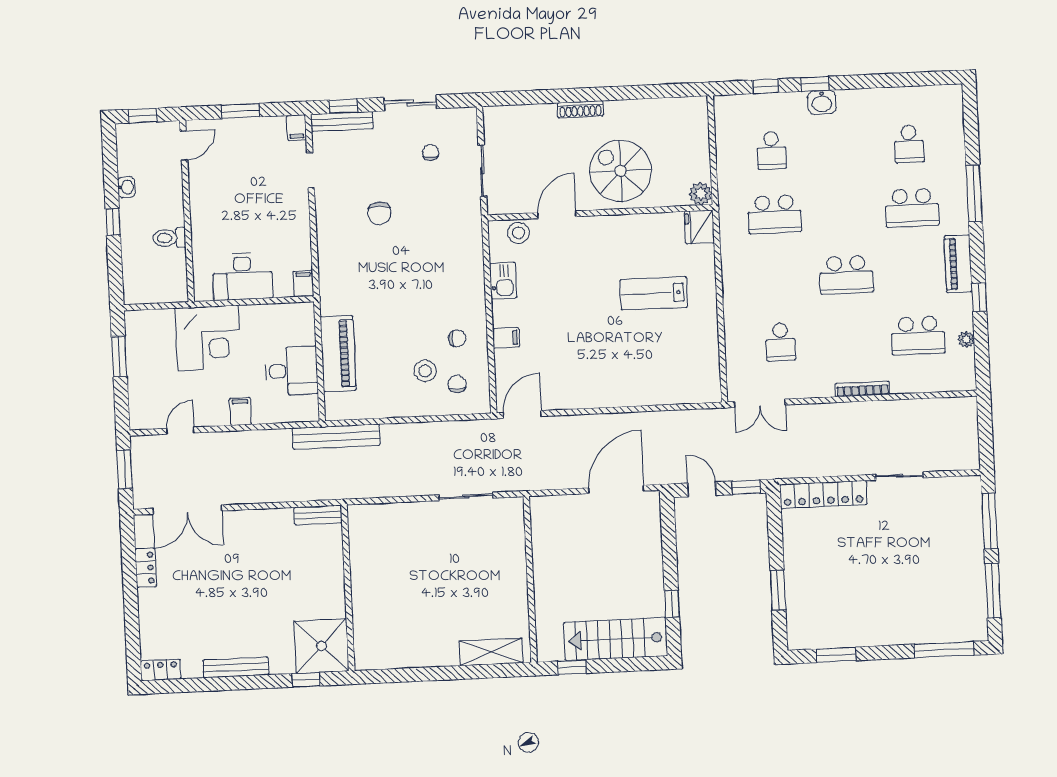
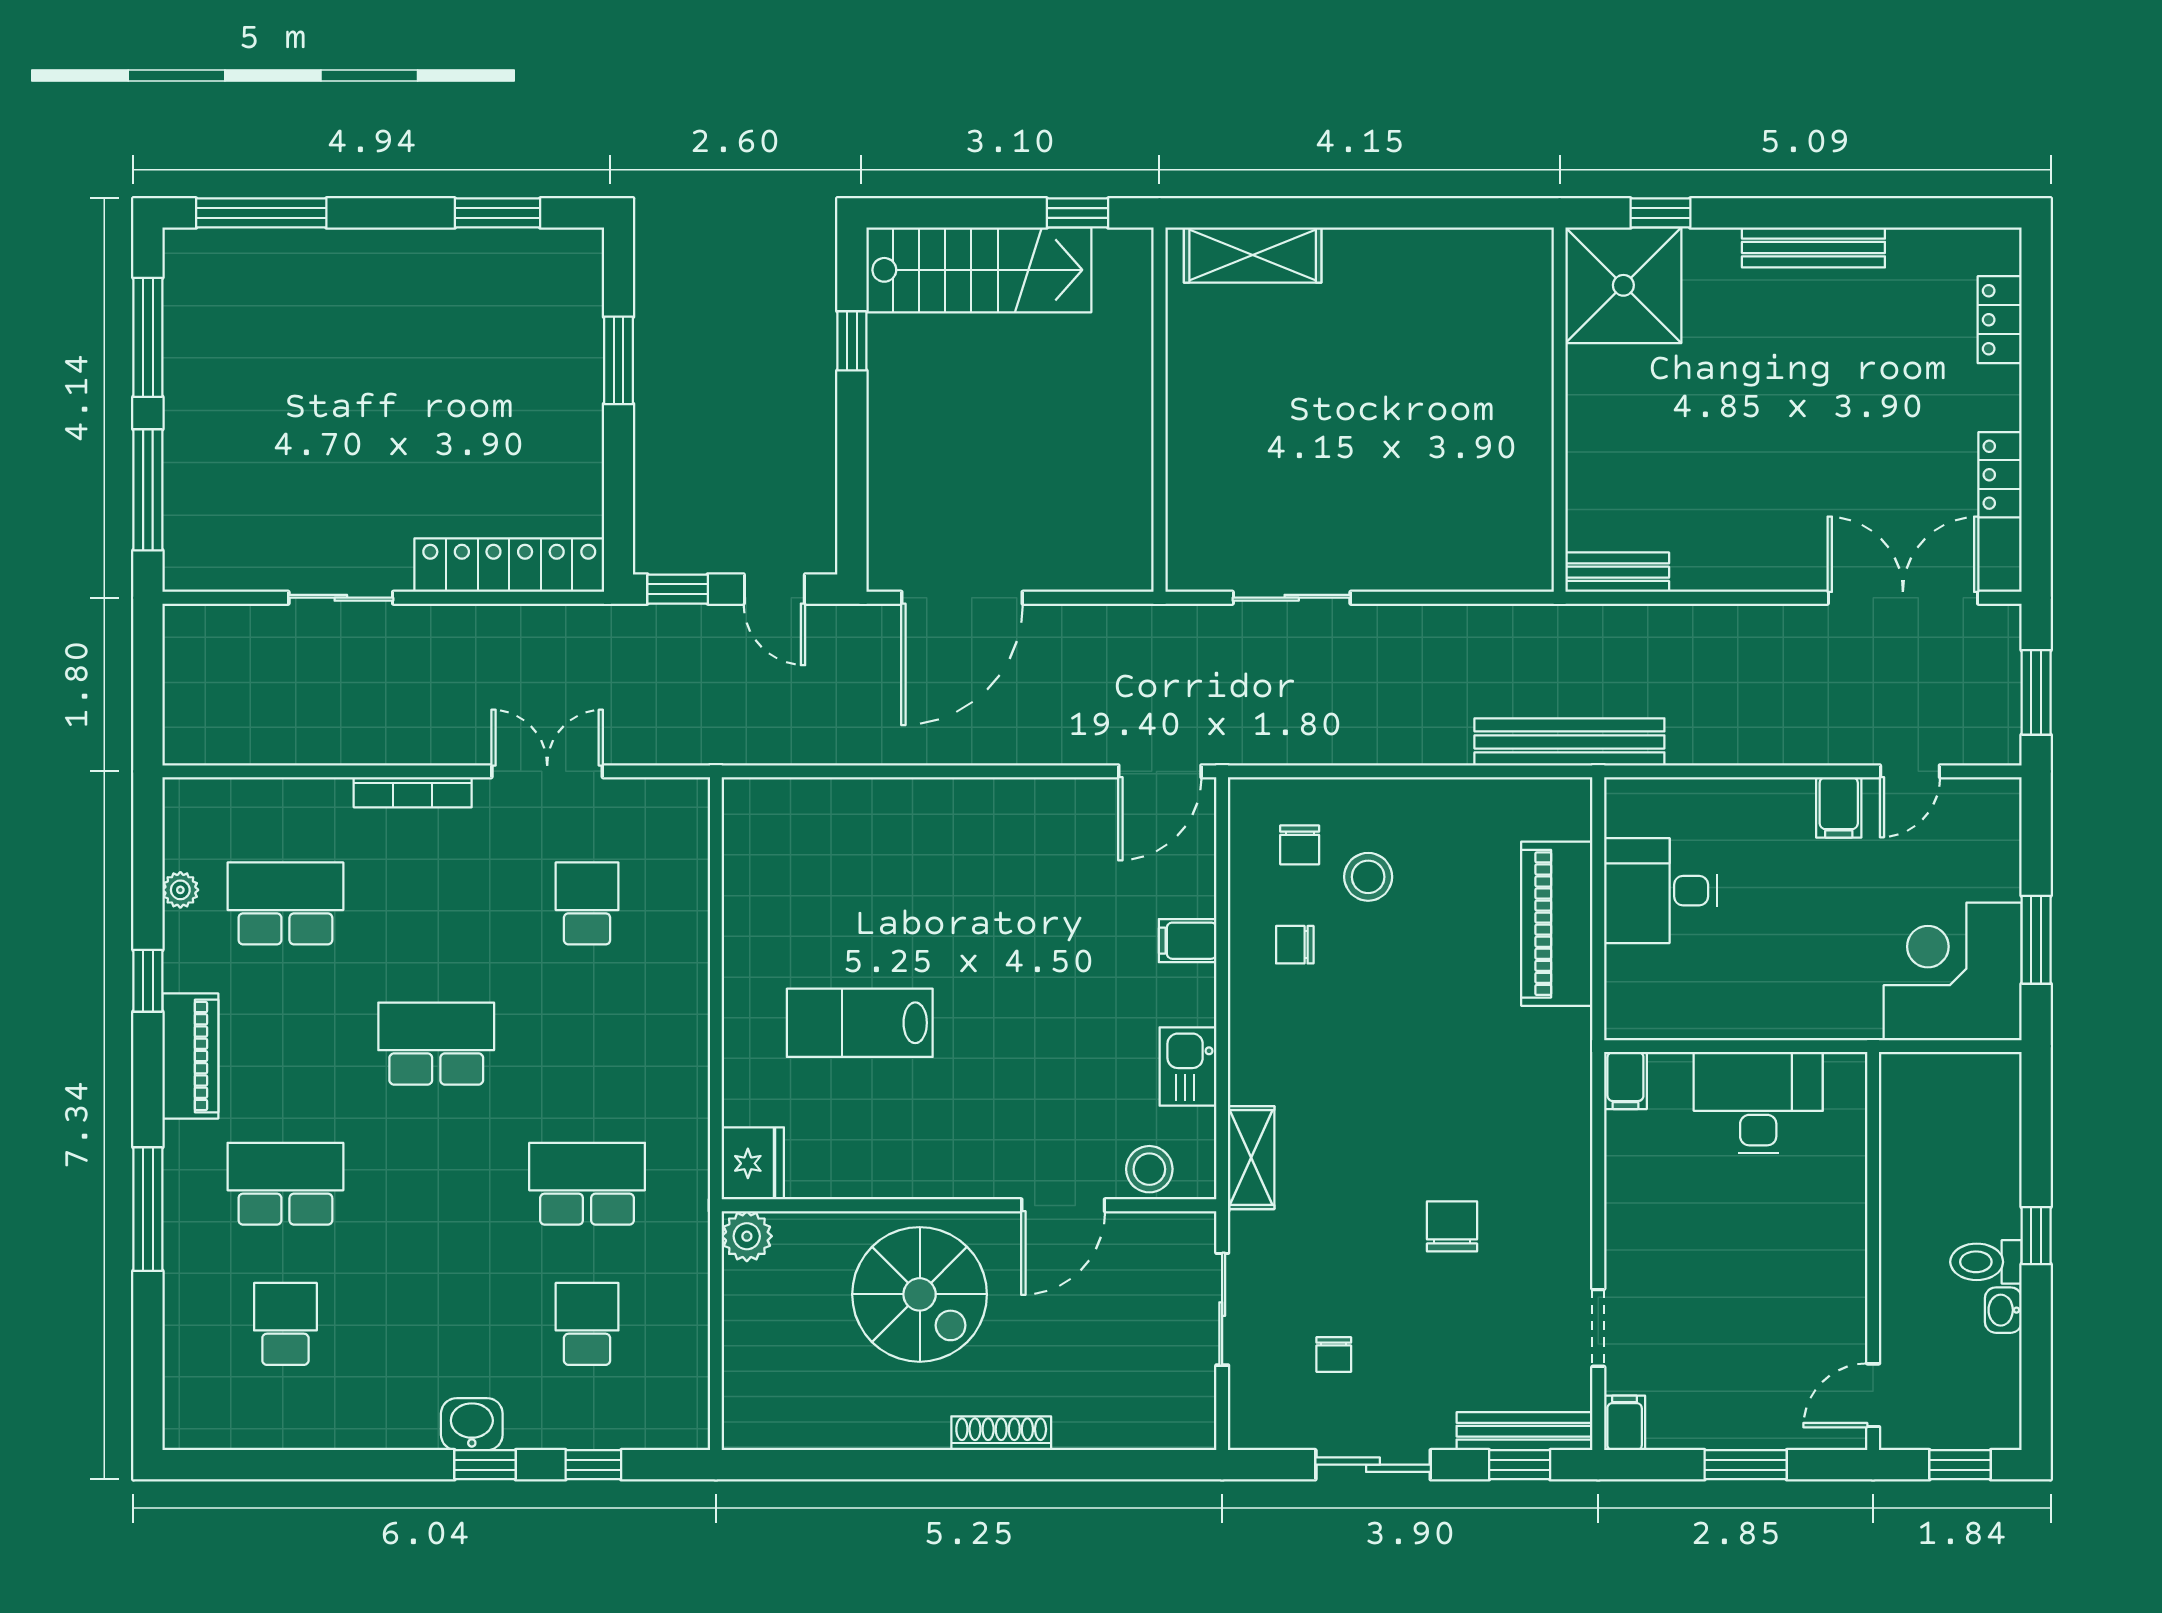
toilet: (169, 238) -> (1986, 1262), moved, turned 180
shelving: (472, 240) -> (1251, 1158), added
lab bench: (654, 293) -> (860, 1023), turned 180
corner desk: (208, 338) -> (1953, 971), moved
double door: (760, 403) -> (547, 771), moved
filing cabinet: (240, 411) -> (1839, 807), moved
locker: (161, 670) -> (2000, 320), moved, turned 90

